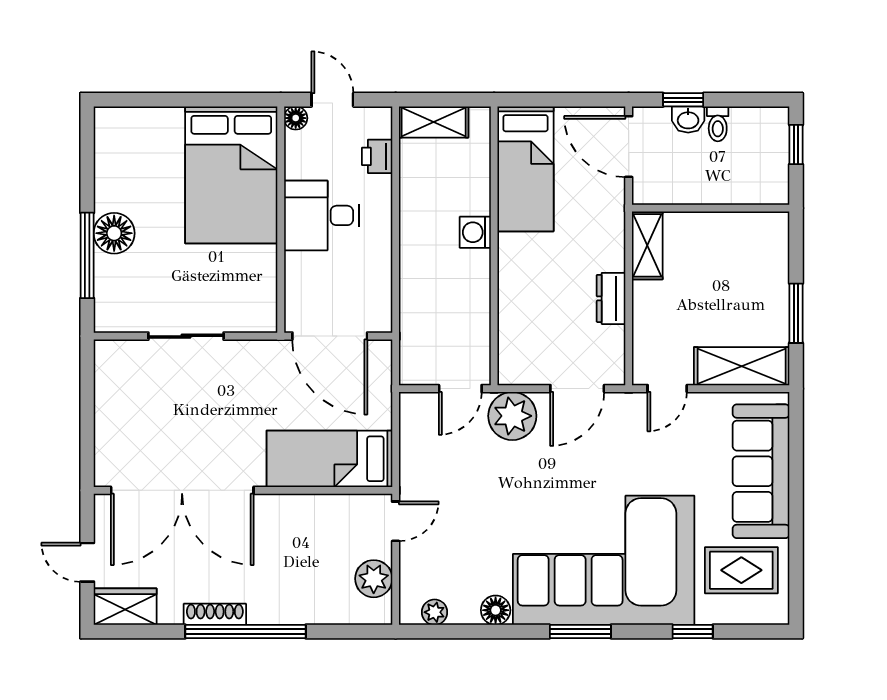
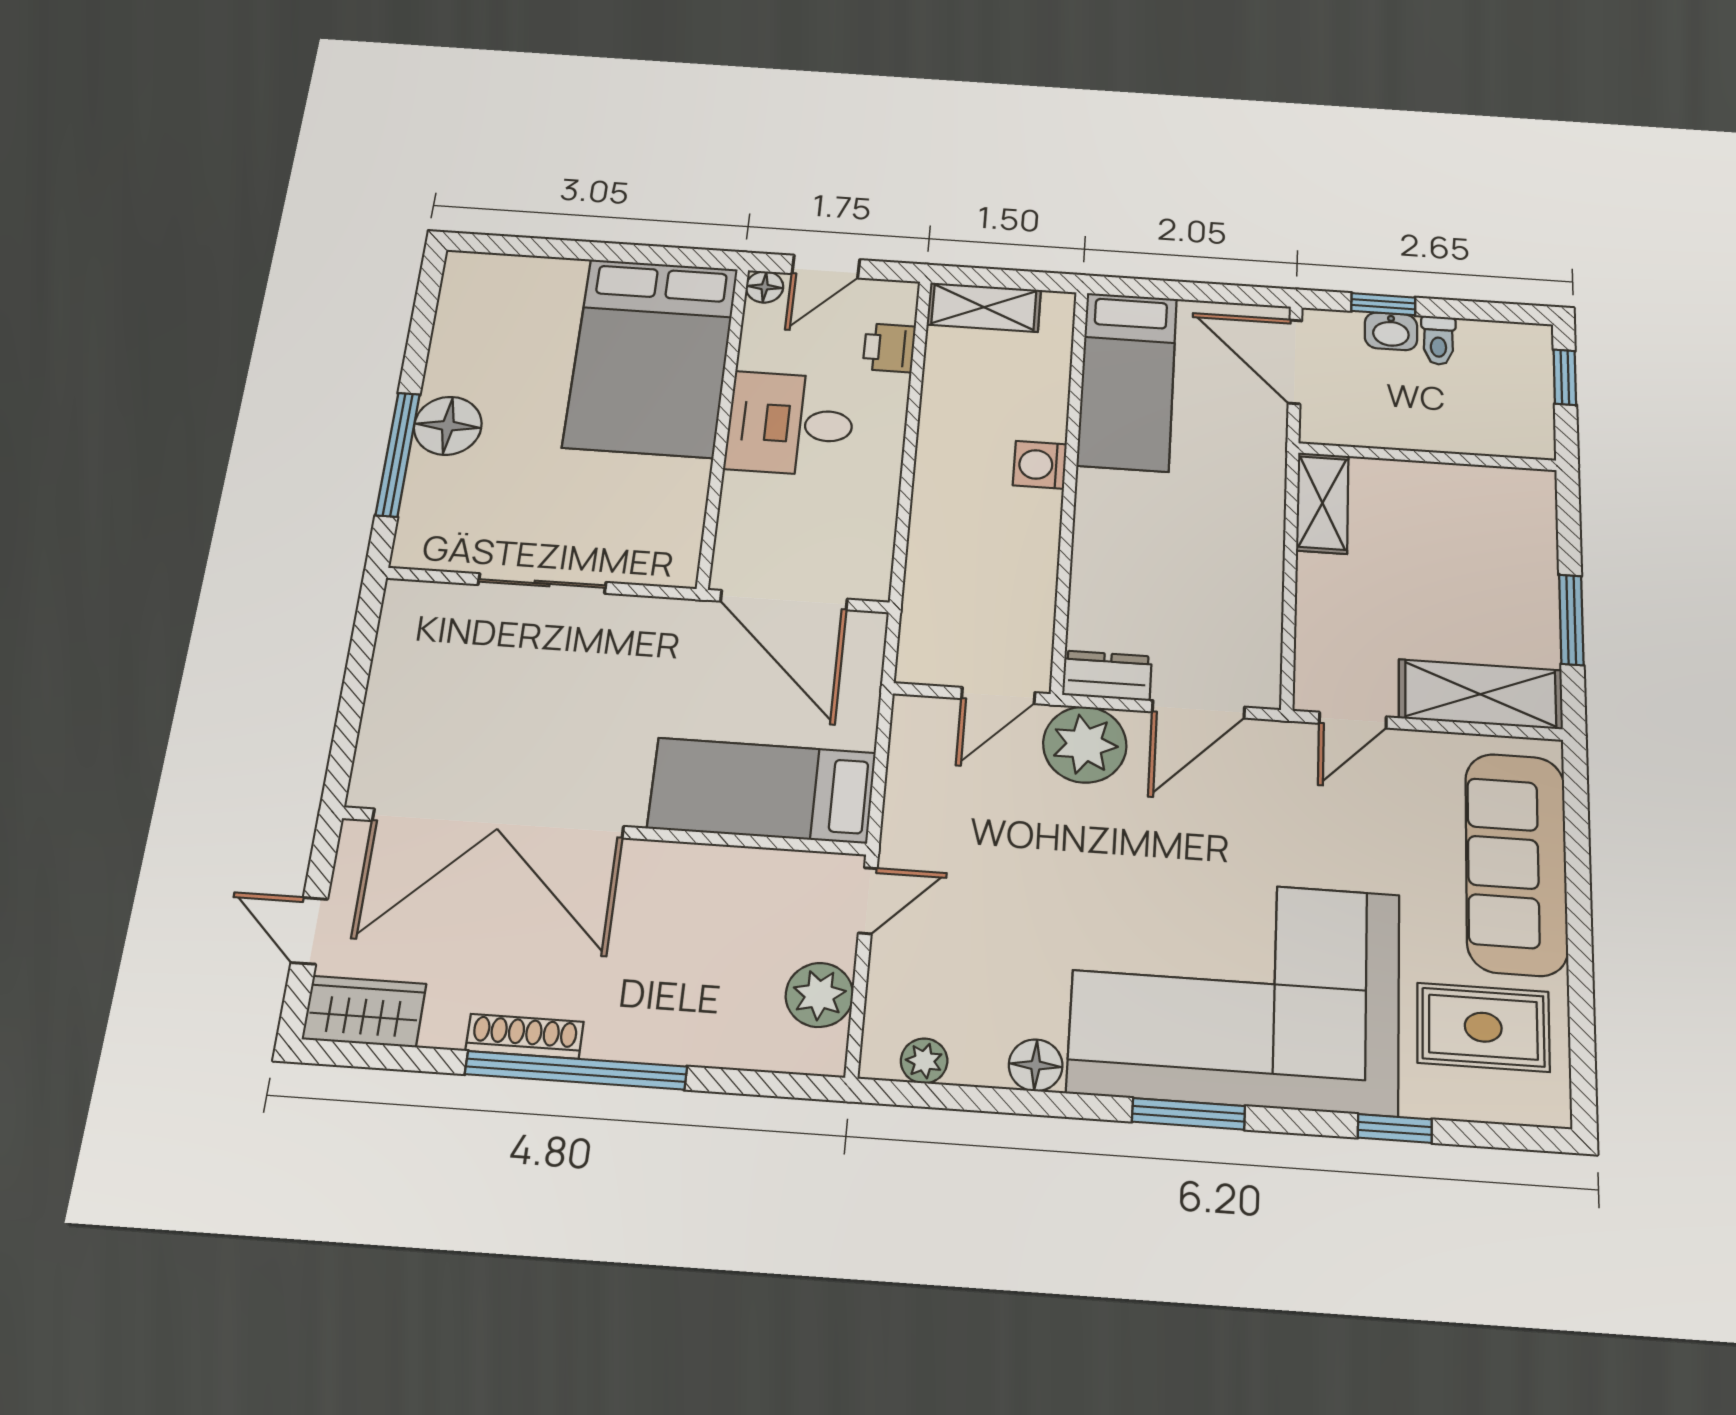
door: (332, 100) -> (826, 267), swing flipped
dresser: (611, 298) -> (1107, 676), moved, turned 90

